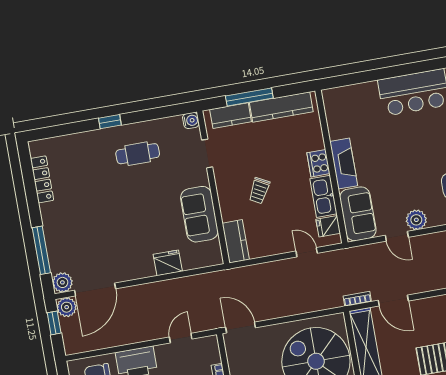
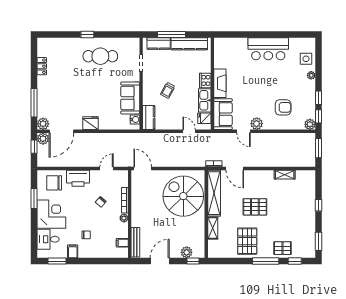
water cooler: (191, 120) -> (135, 119), moved
cafe table: (138, 154) -> (100, 56), width x1.37, depth x1.35
locker: (42, 179) -> (42, 66), width x0.66
fridge: (168, 263) -> (91, 123), moved

